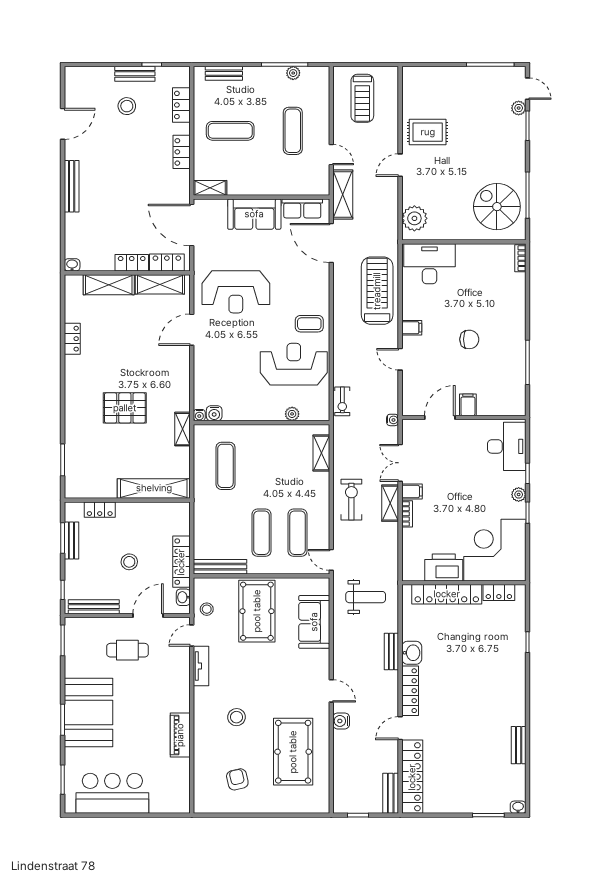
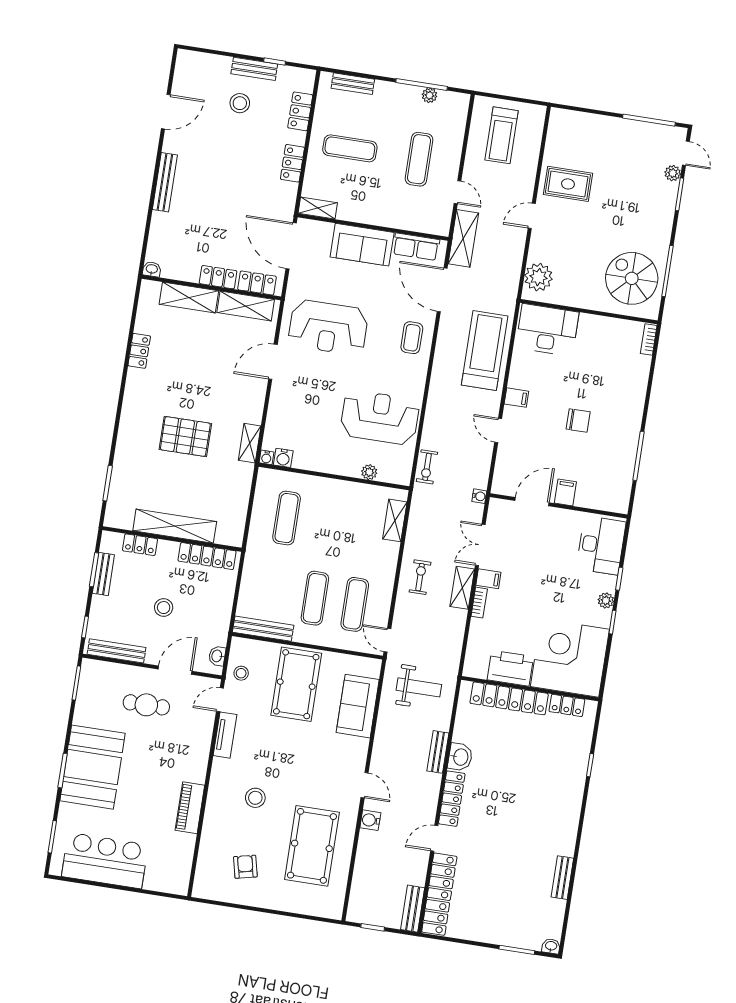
coffee table: (309, 324) -> (412, 338), moved, turned 90
shelving: (182, 429) -> (250, 443), moved
shelving: (154, 488) -> (175, 526), moved
exercise bike: (351, 500) -> (420, 577), width x0.73, depth x0.72
locker: (181, 562) -> (207, 556), moved, turned -90

